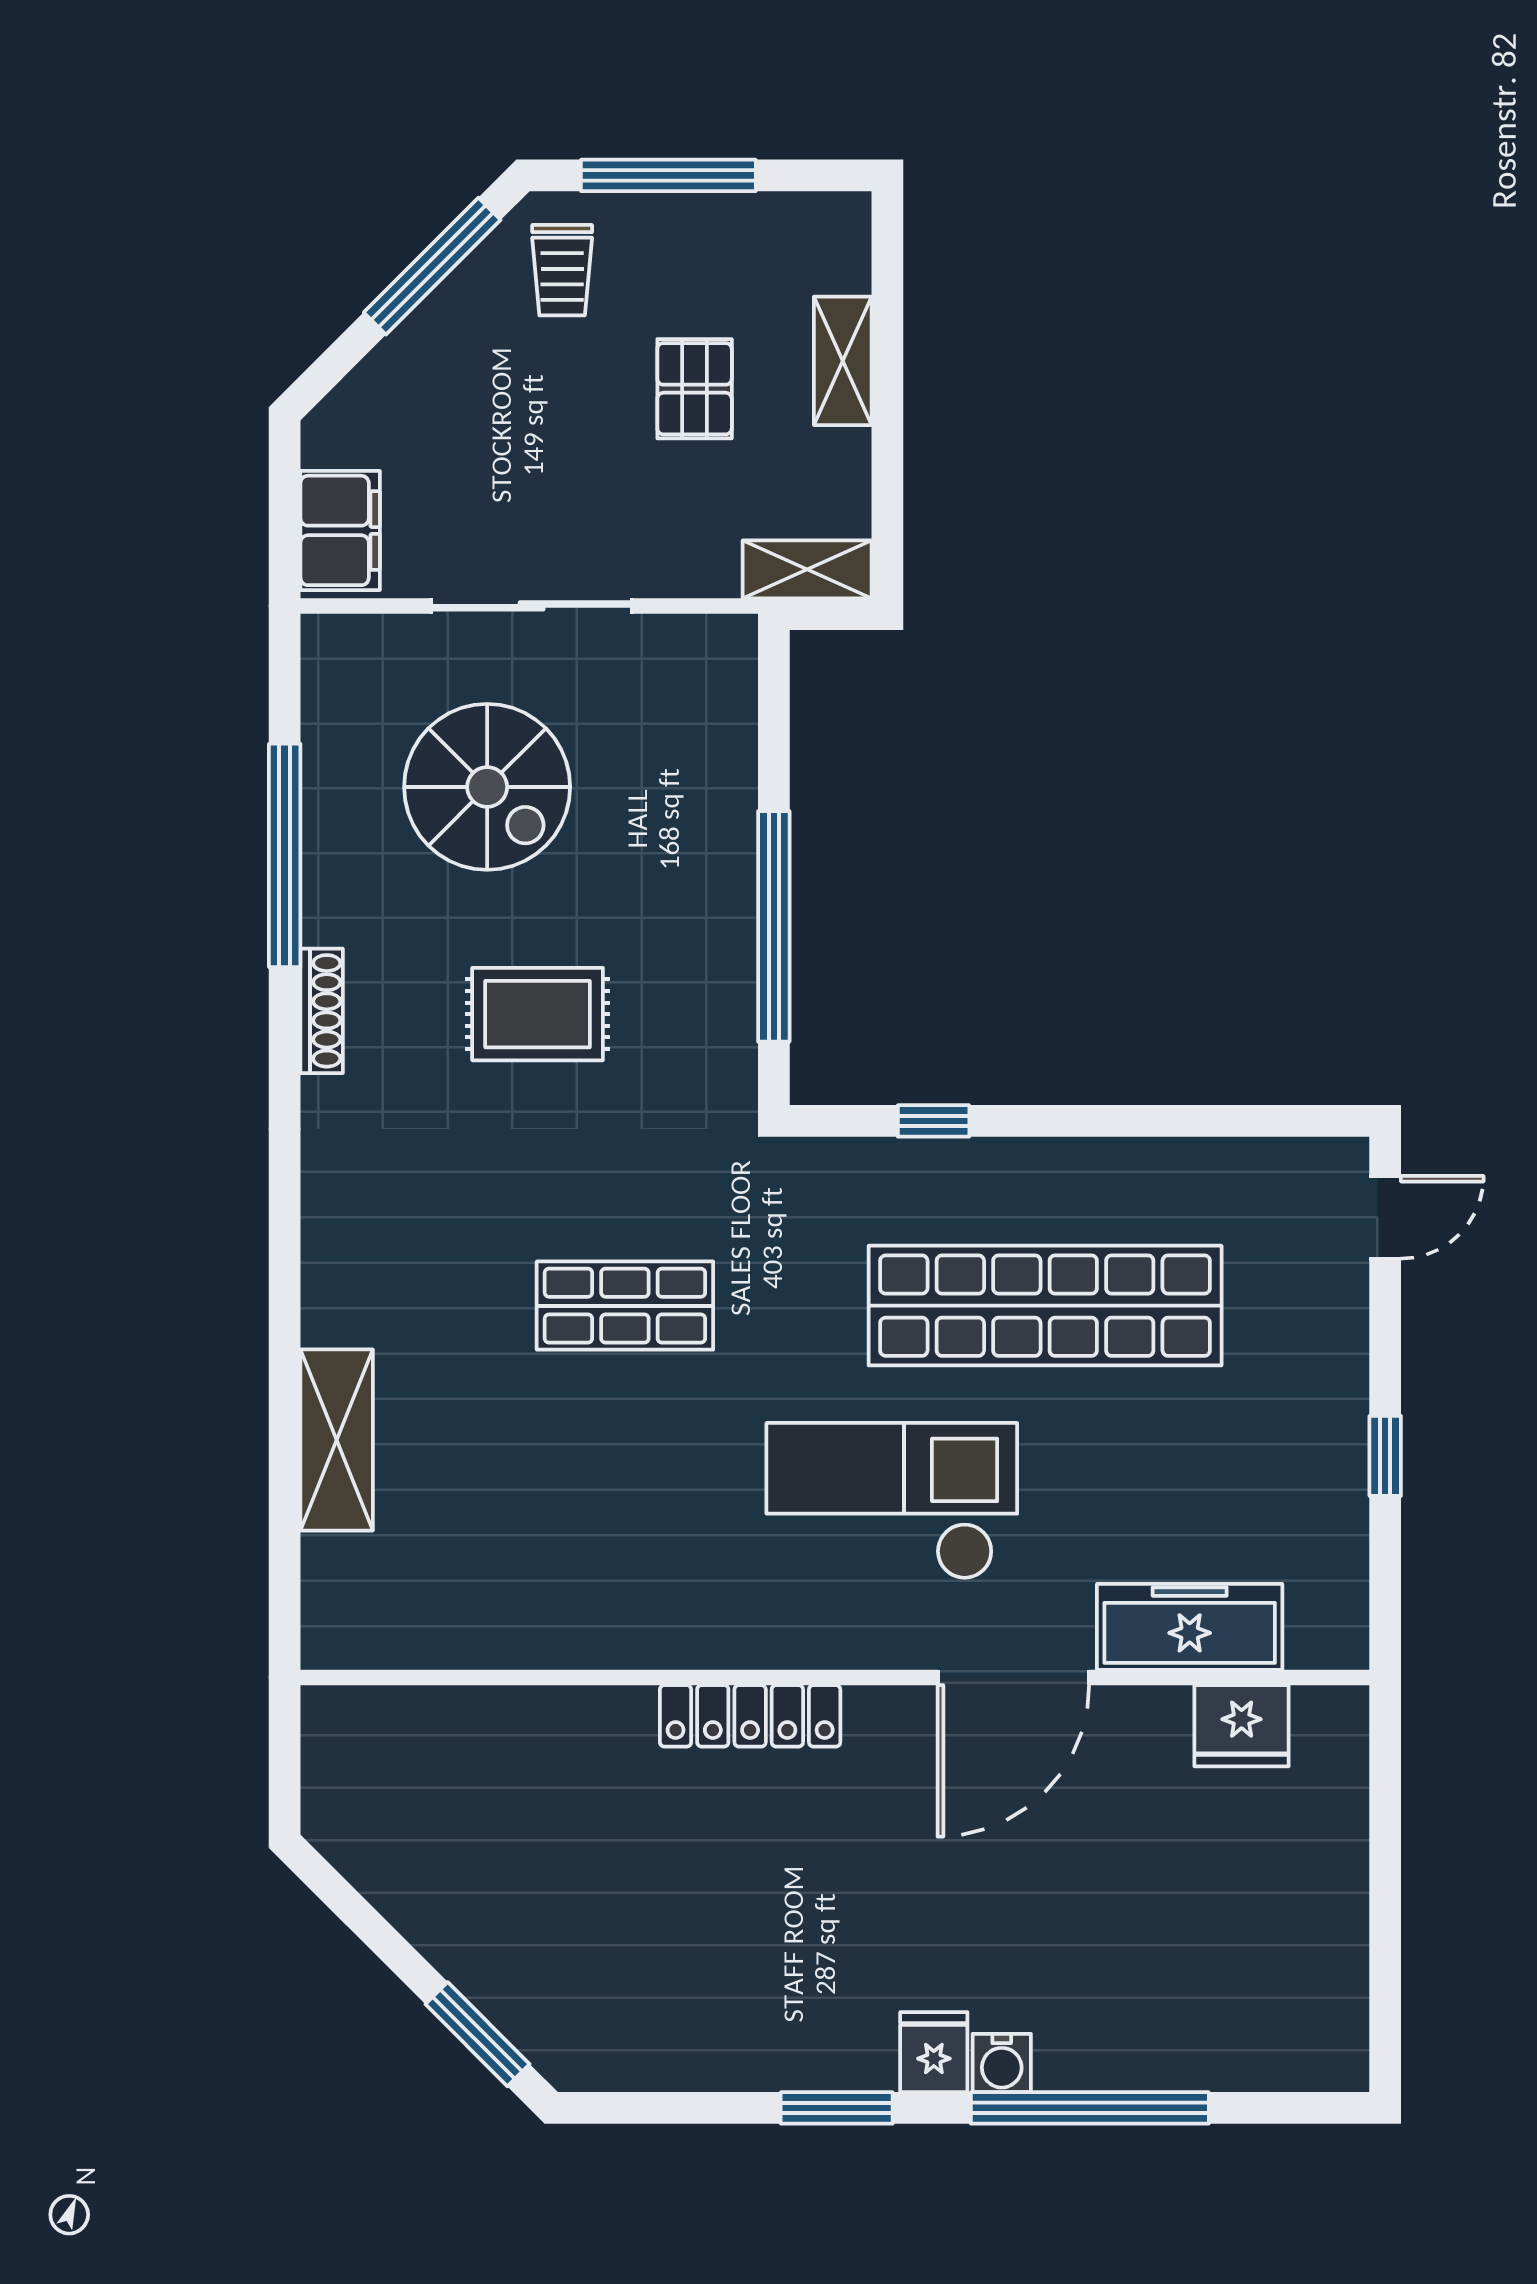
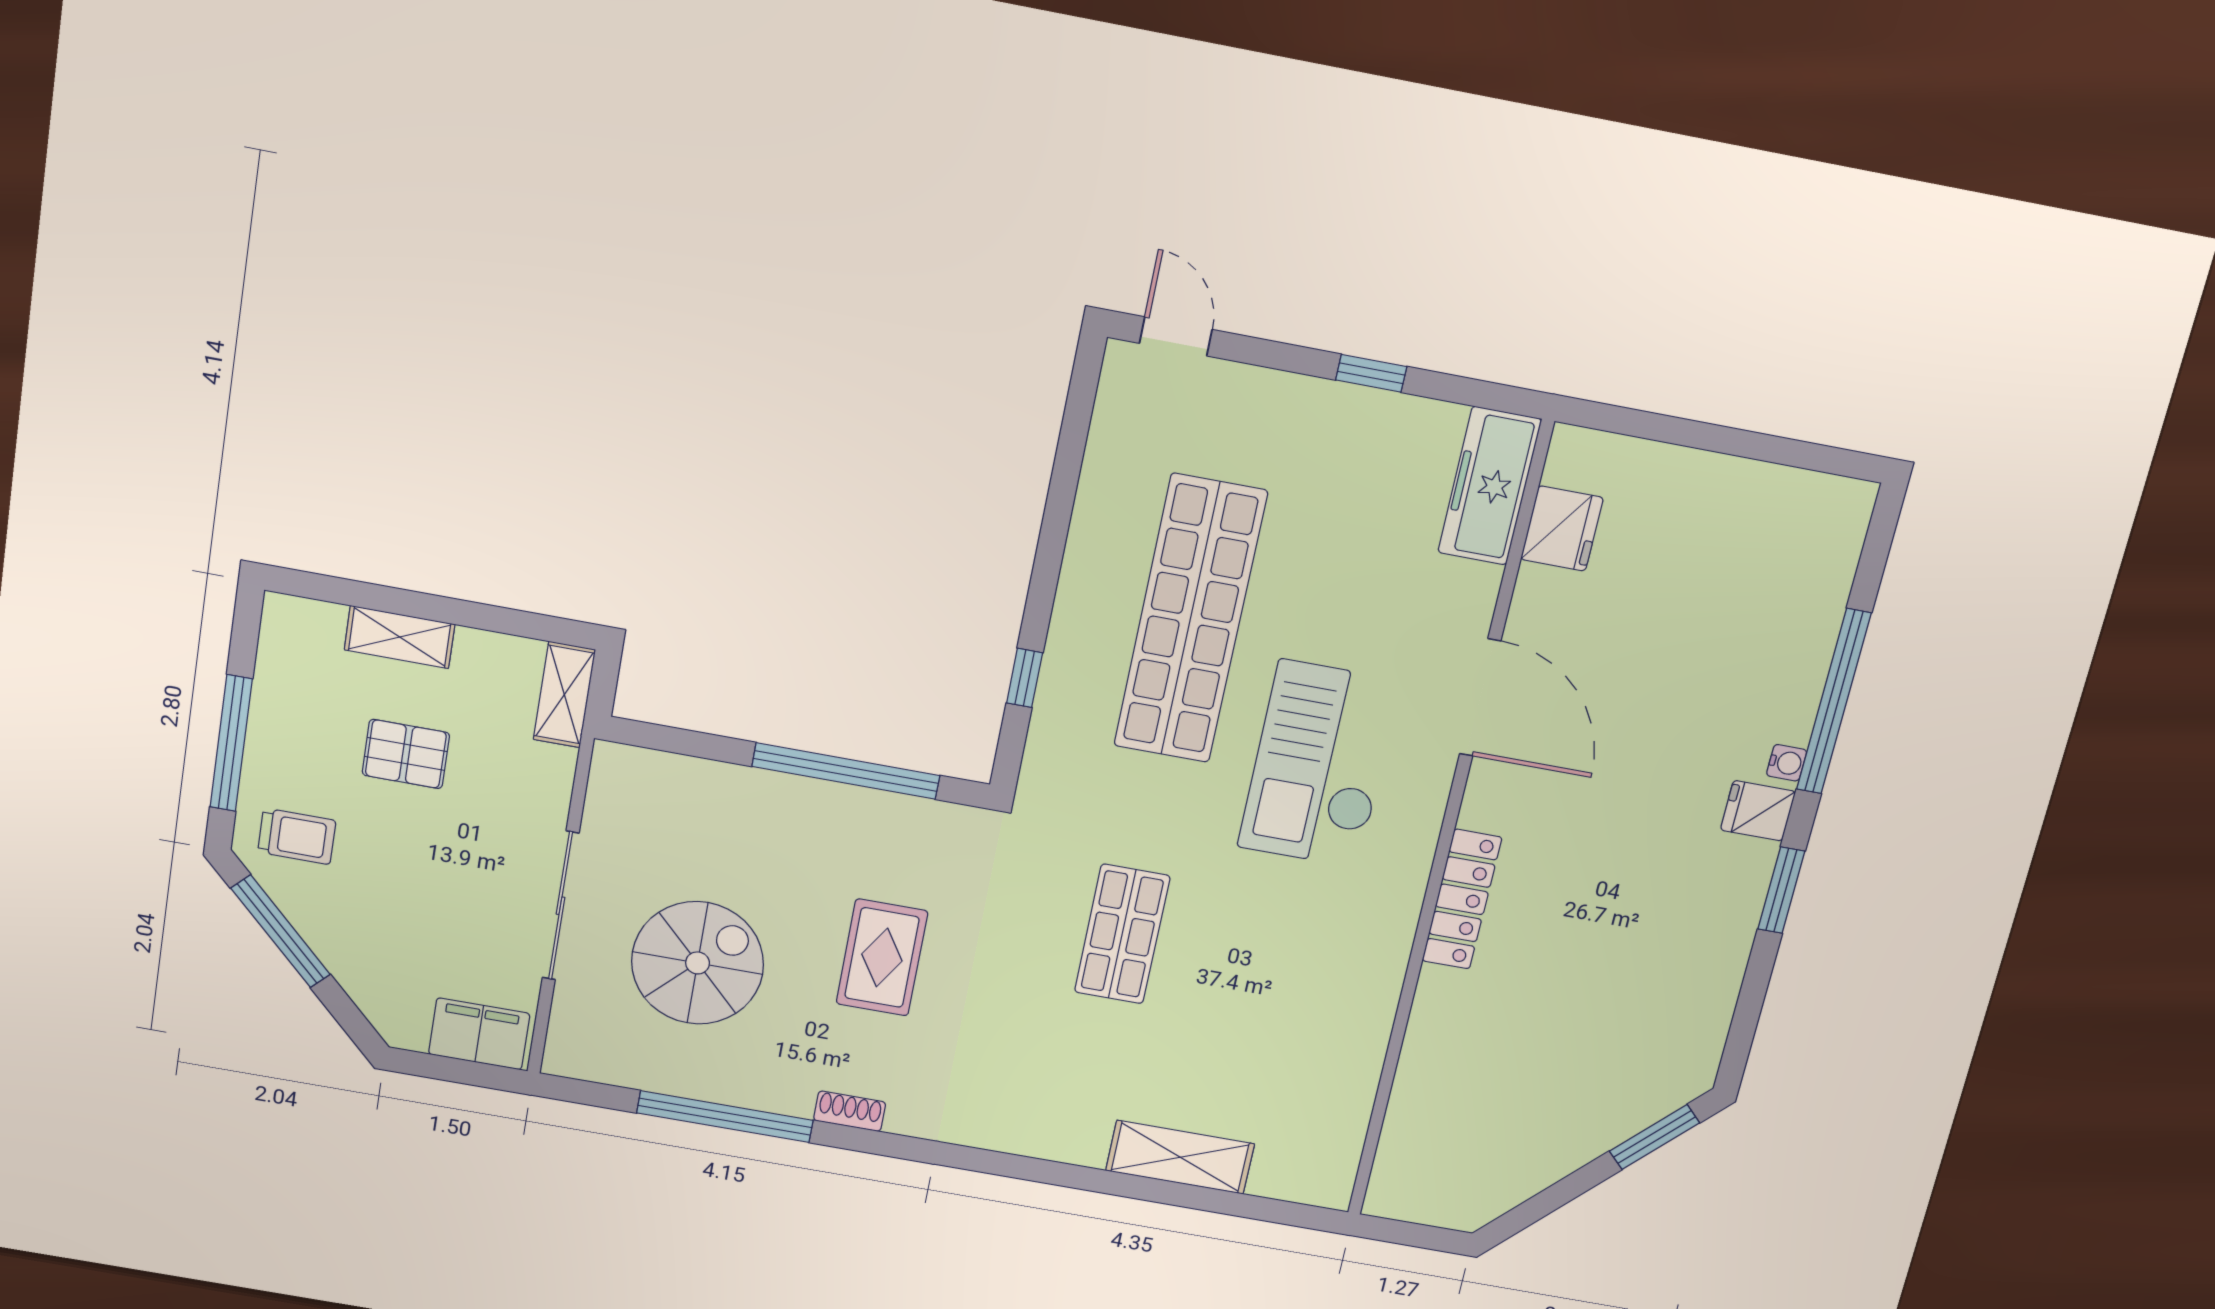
shoe rack: (322, 1011) -> (850, 1111), width x0.70
freezer: (1190, 1627) -> (1489, 486), moved
water cooler: (1002, 2063) -> (1787, 763), width x0.72, depth x0.72

